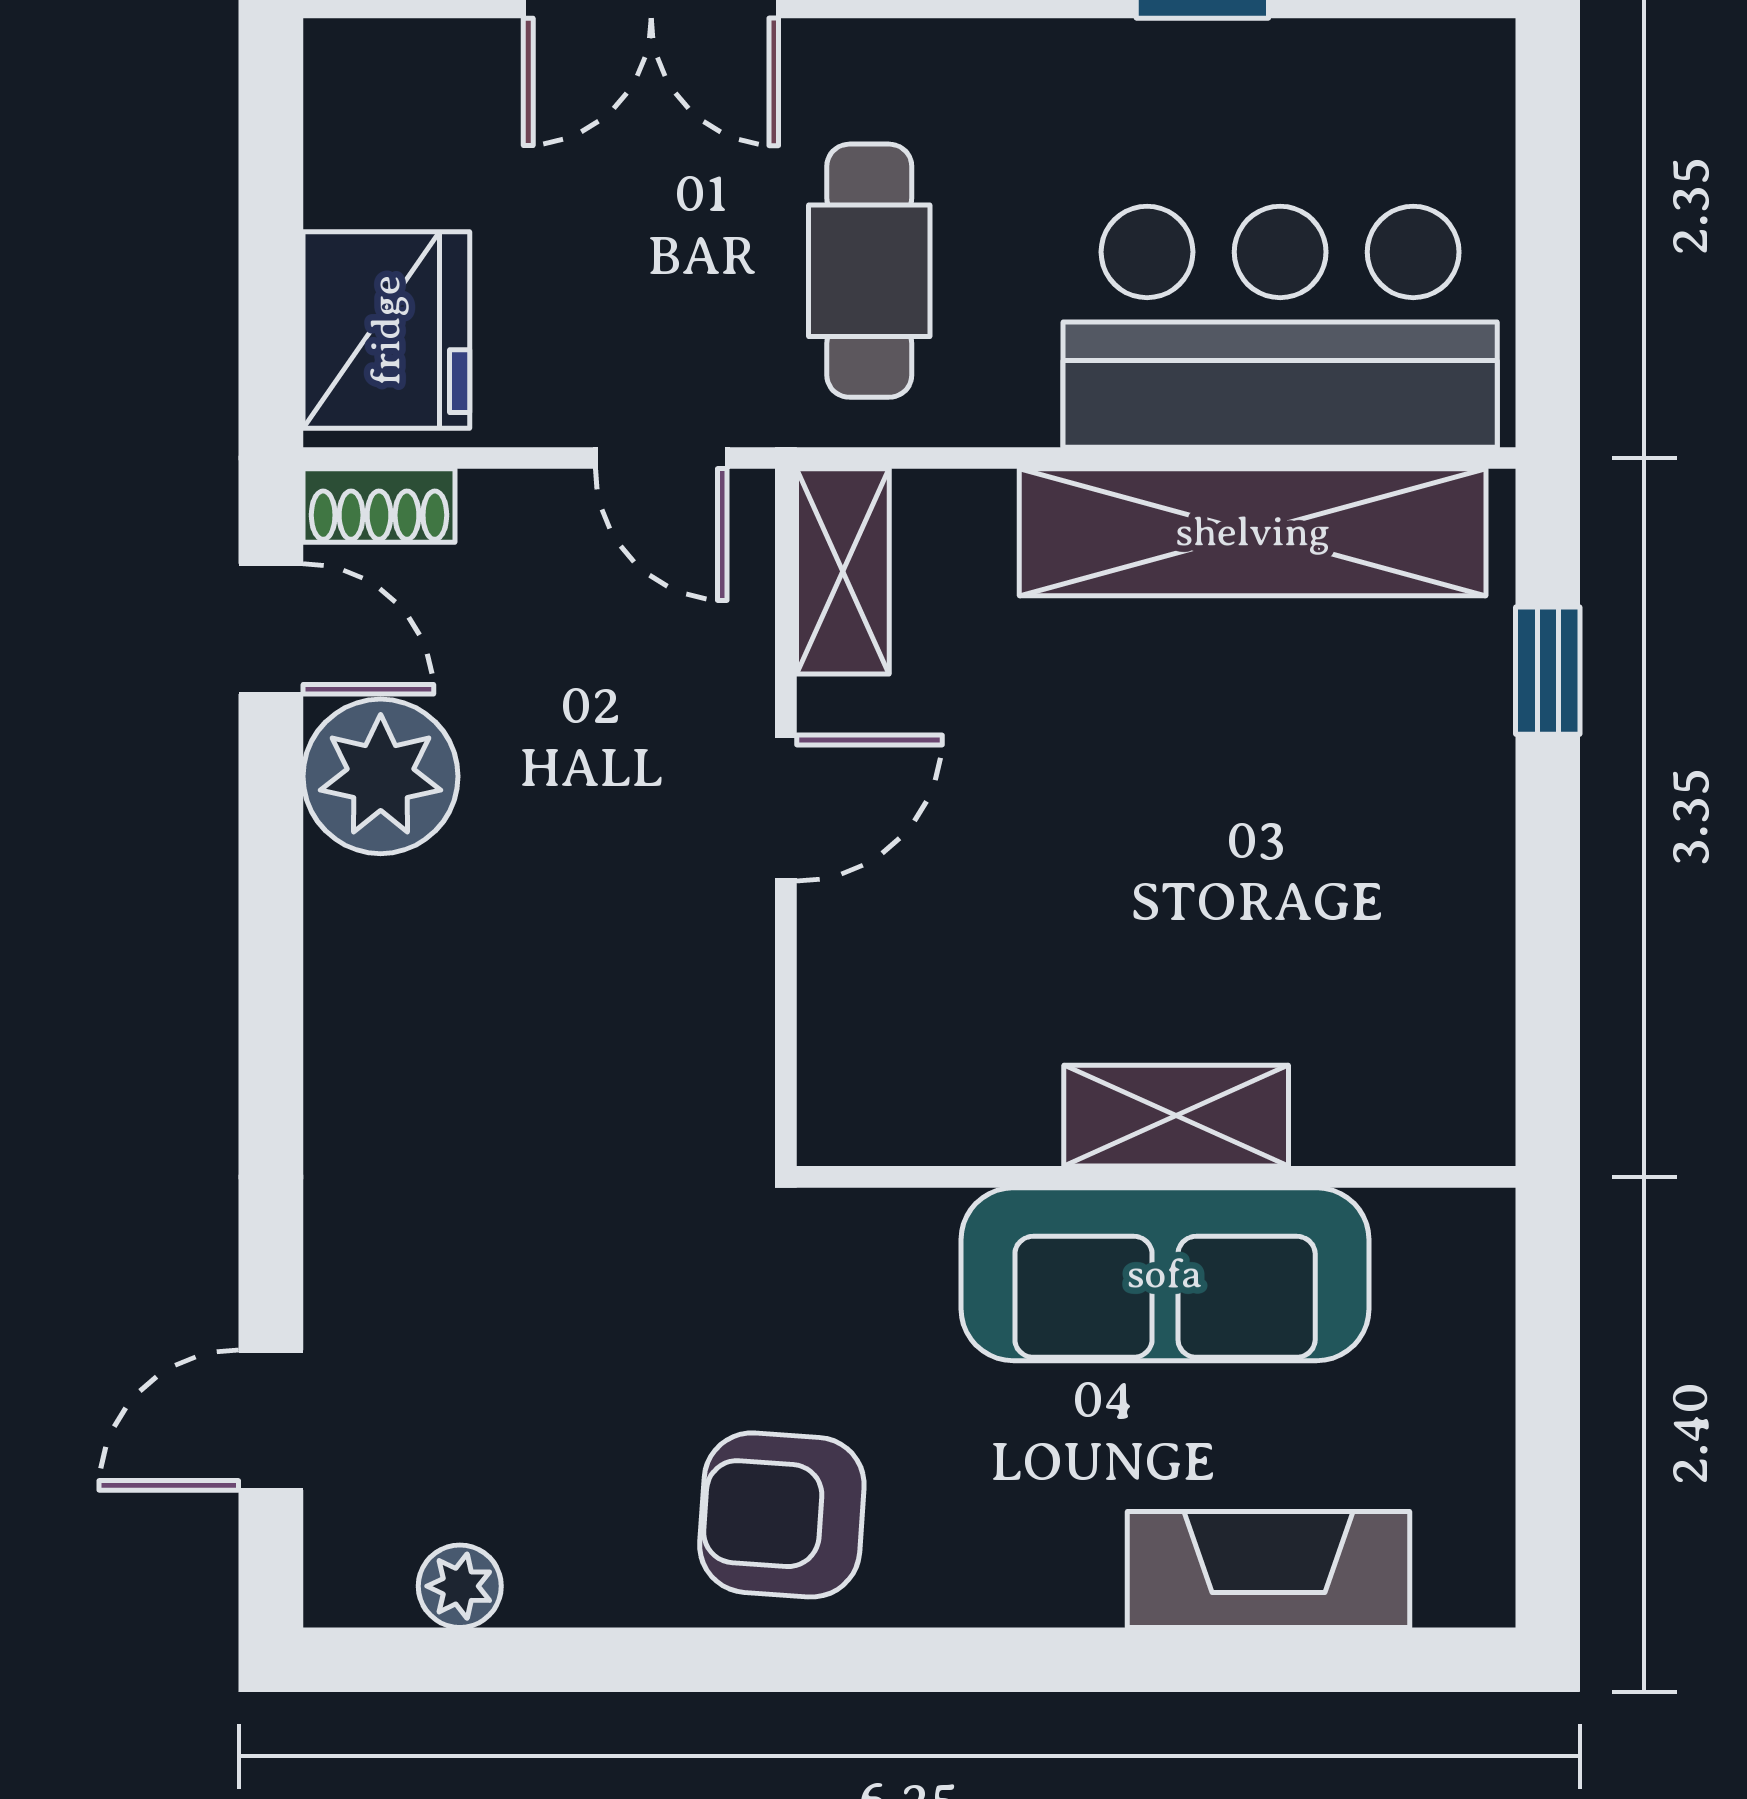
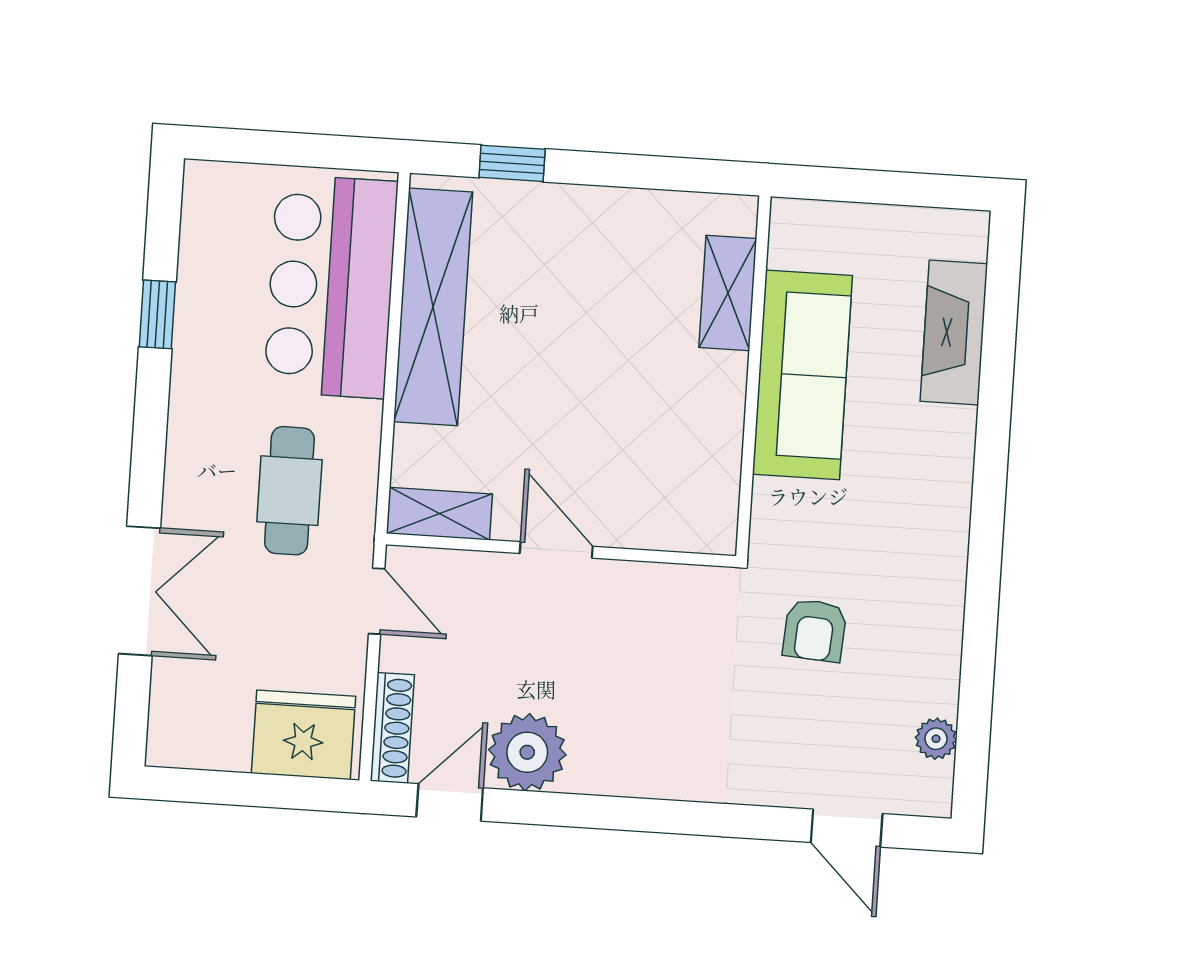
cafe table: (869, 271) -> (289, 491), turned 90
door: (661, 458) -> (377, 601), hinge flipped
shoe rack: (379, 506) -> (392, 728), width x1.43
shelving: (1176, 1116) -> (728, 293), moved
armchair: (782, 1515) -> (815, 630), moved, width x0.72, depth x0.72

